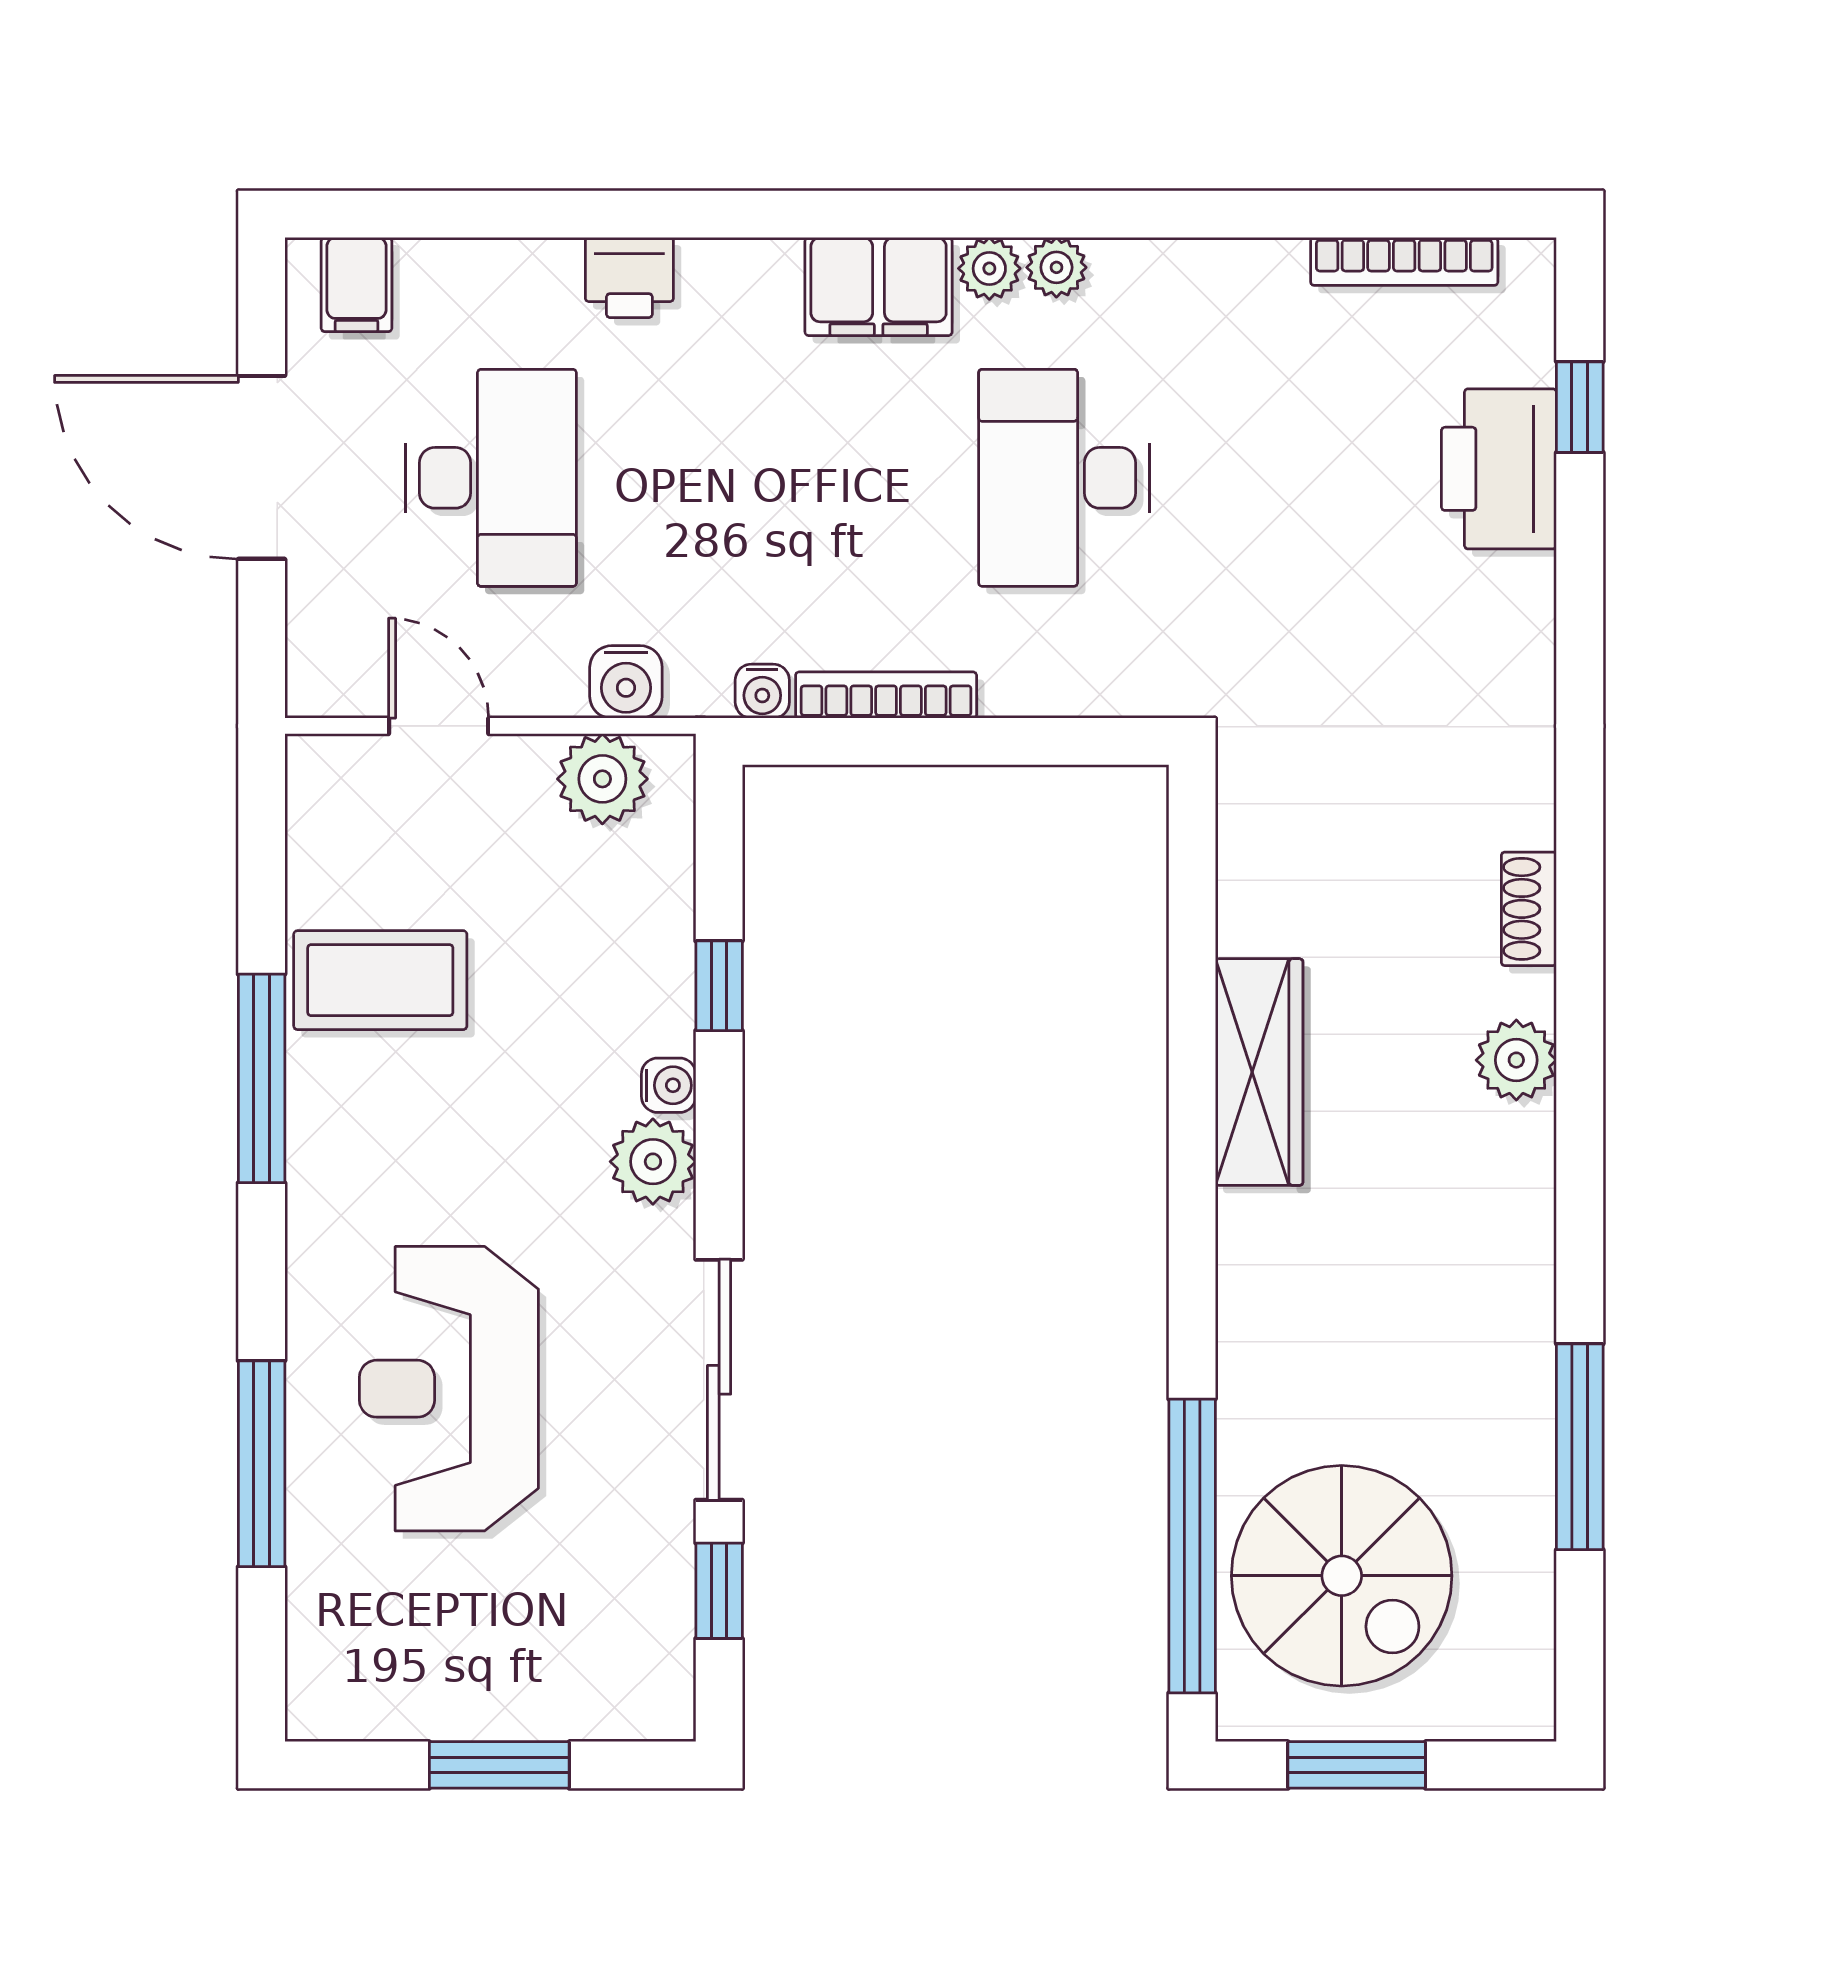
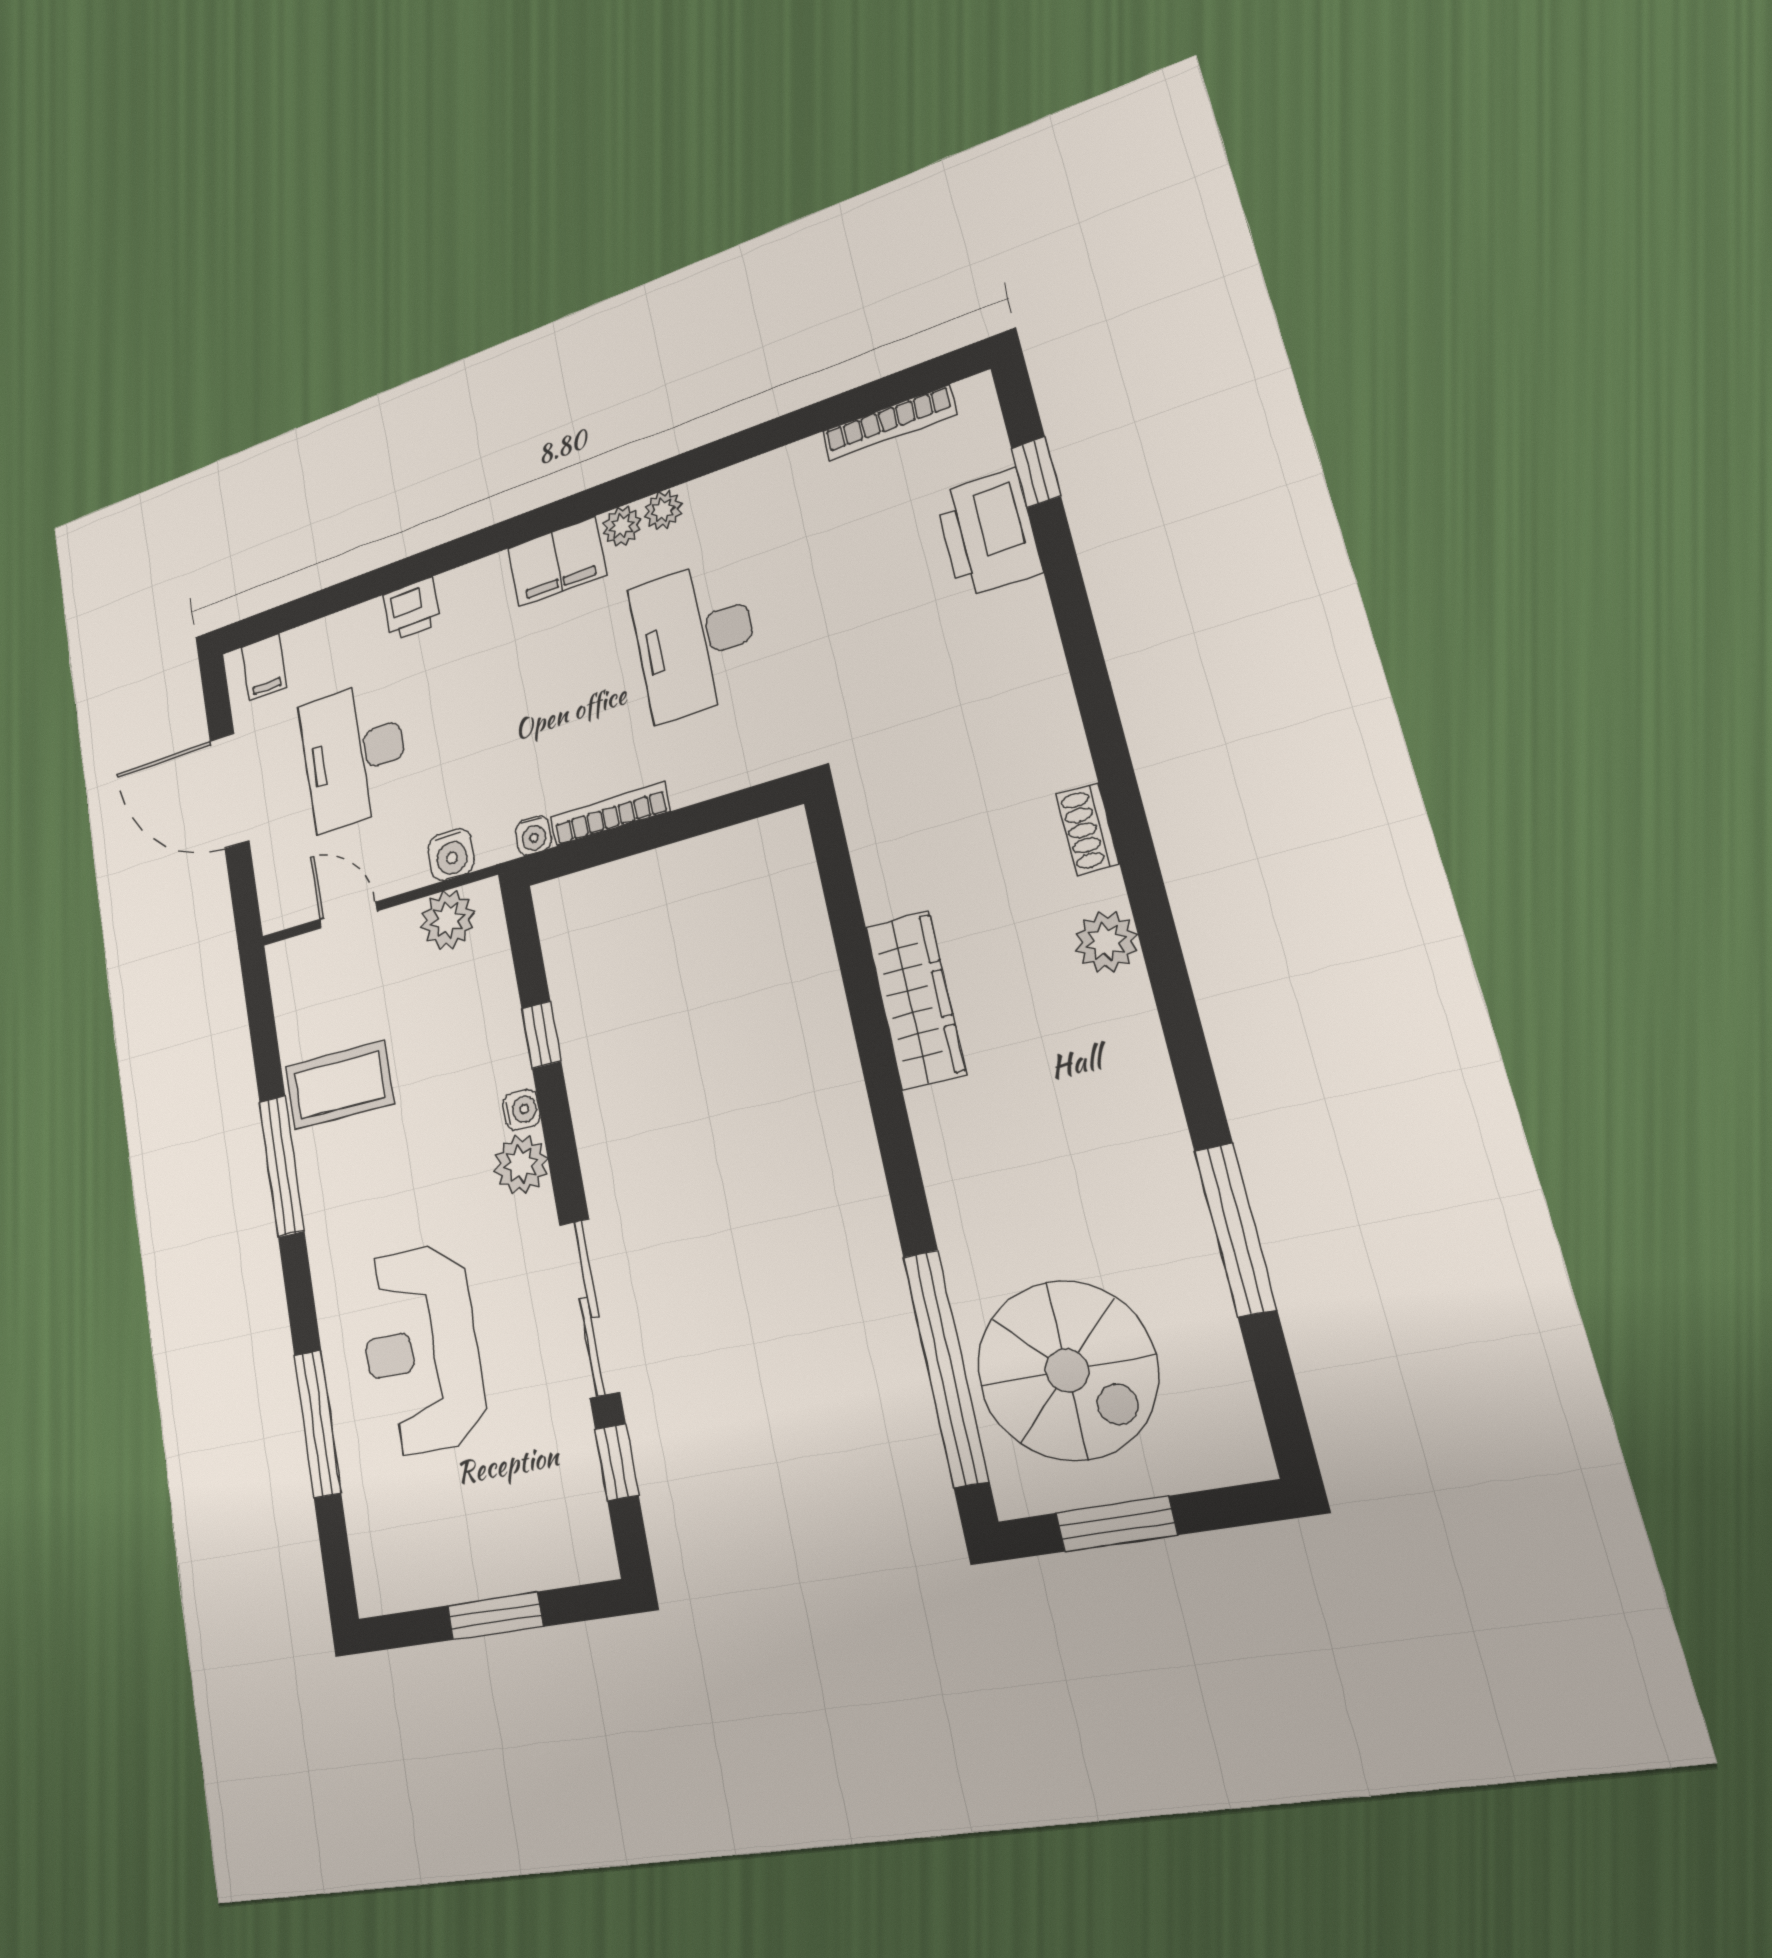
desk: (491, 478) -> (354, 755), turned 180

